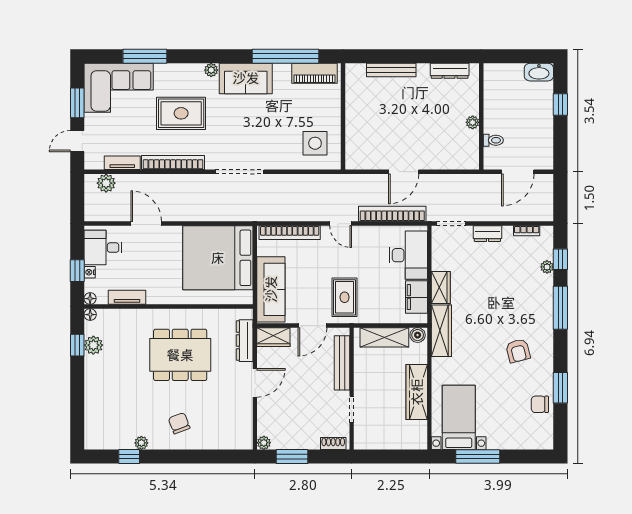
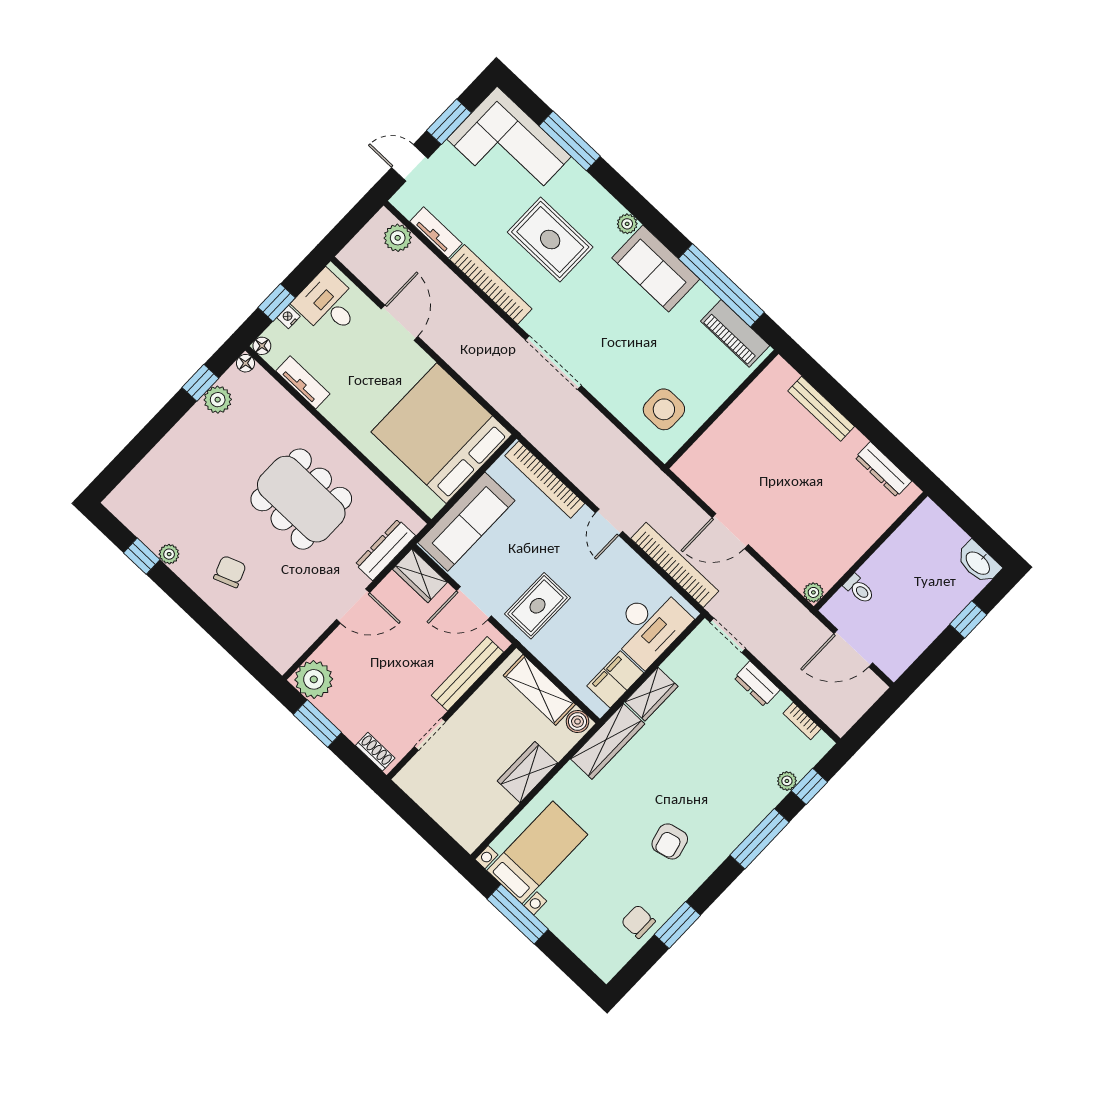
plant: (473, 122) -> (813, 592), moved
wardrobe: (417, 392) -> (527, 772), width x0.67
plant: (264, 443) -> (314, 679), width x1.87, depth x1.87

